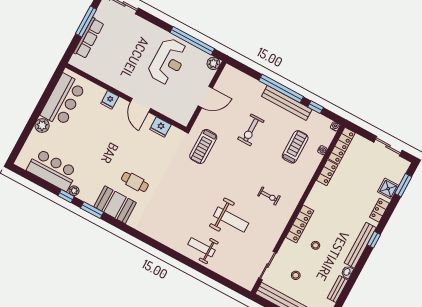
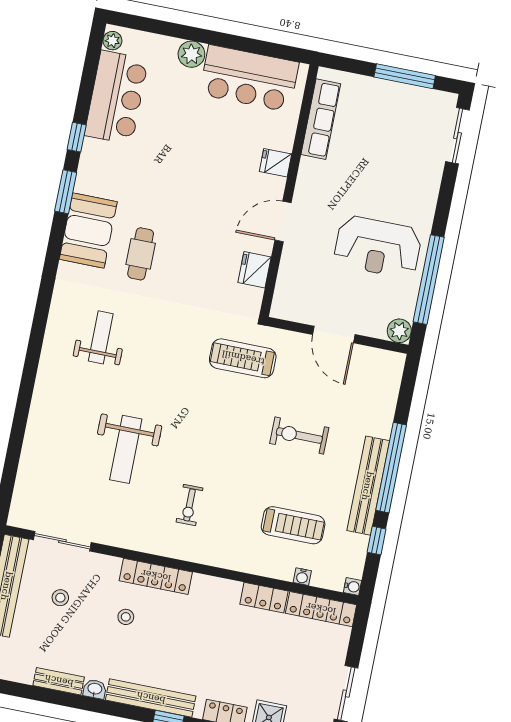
row of seats: (89, 38) -> (321, 119), moved, turned -90
plant: (74, 191) -> (112, 41), moved
weight bench: (201, 247) -> (101, 337), moved

